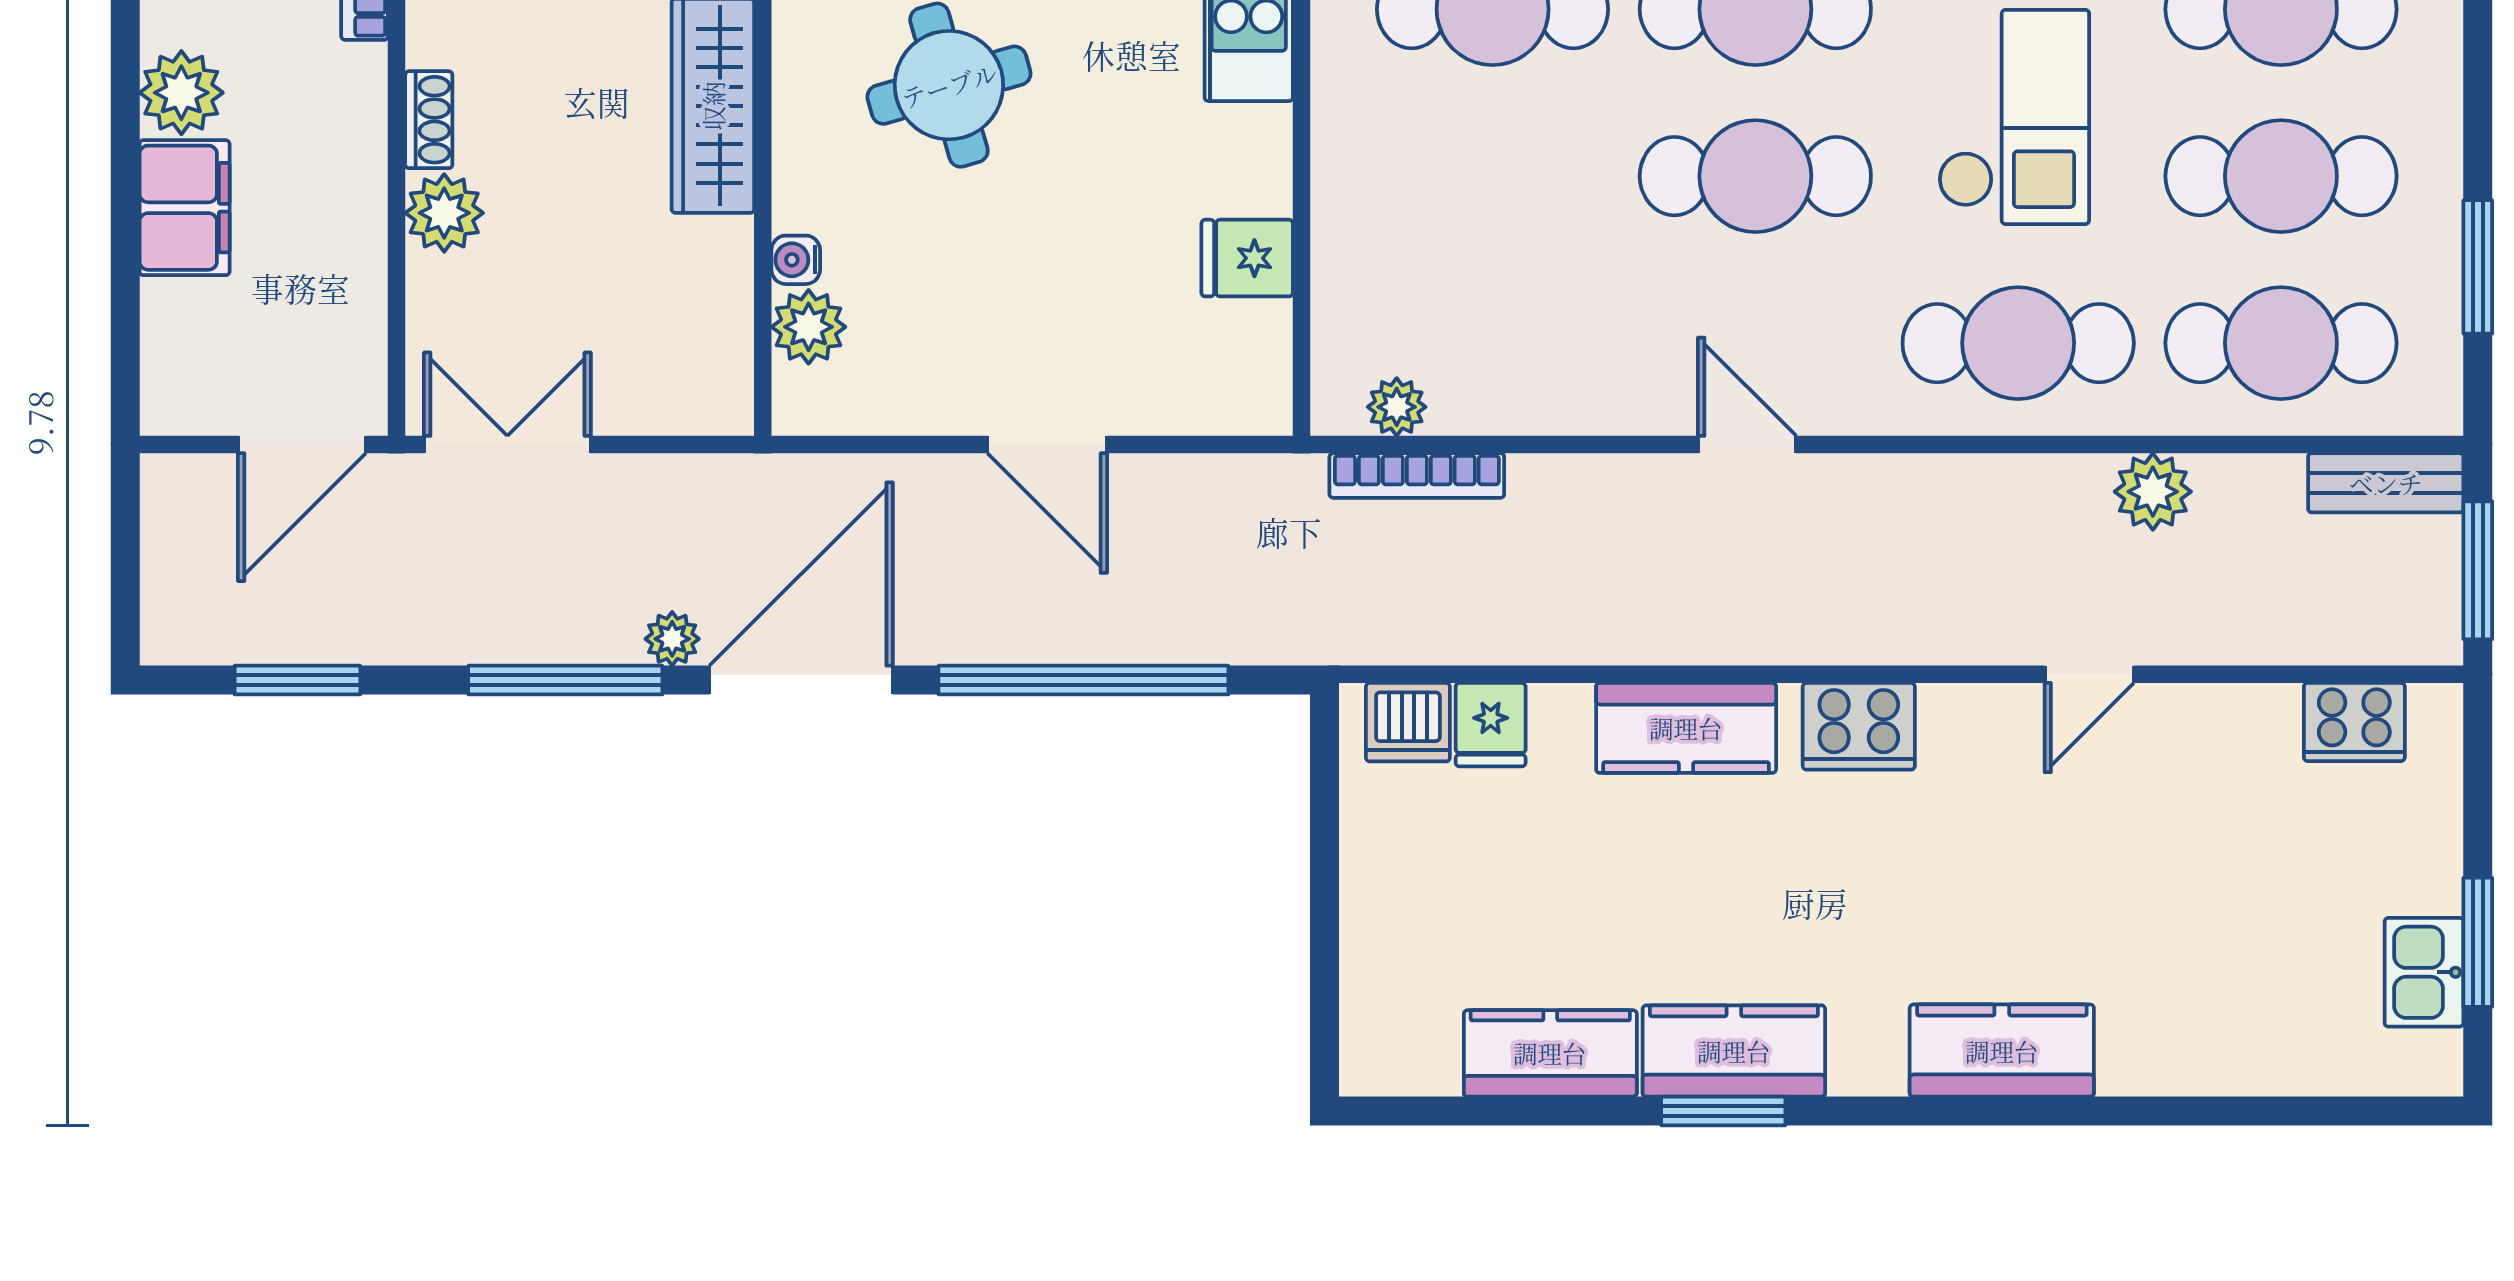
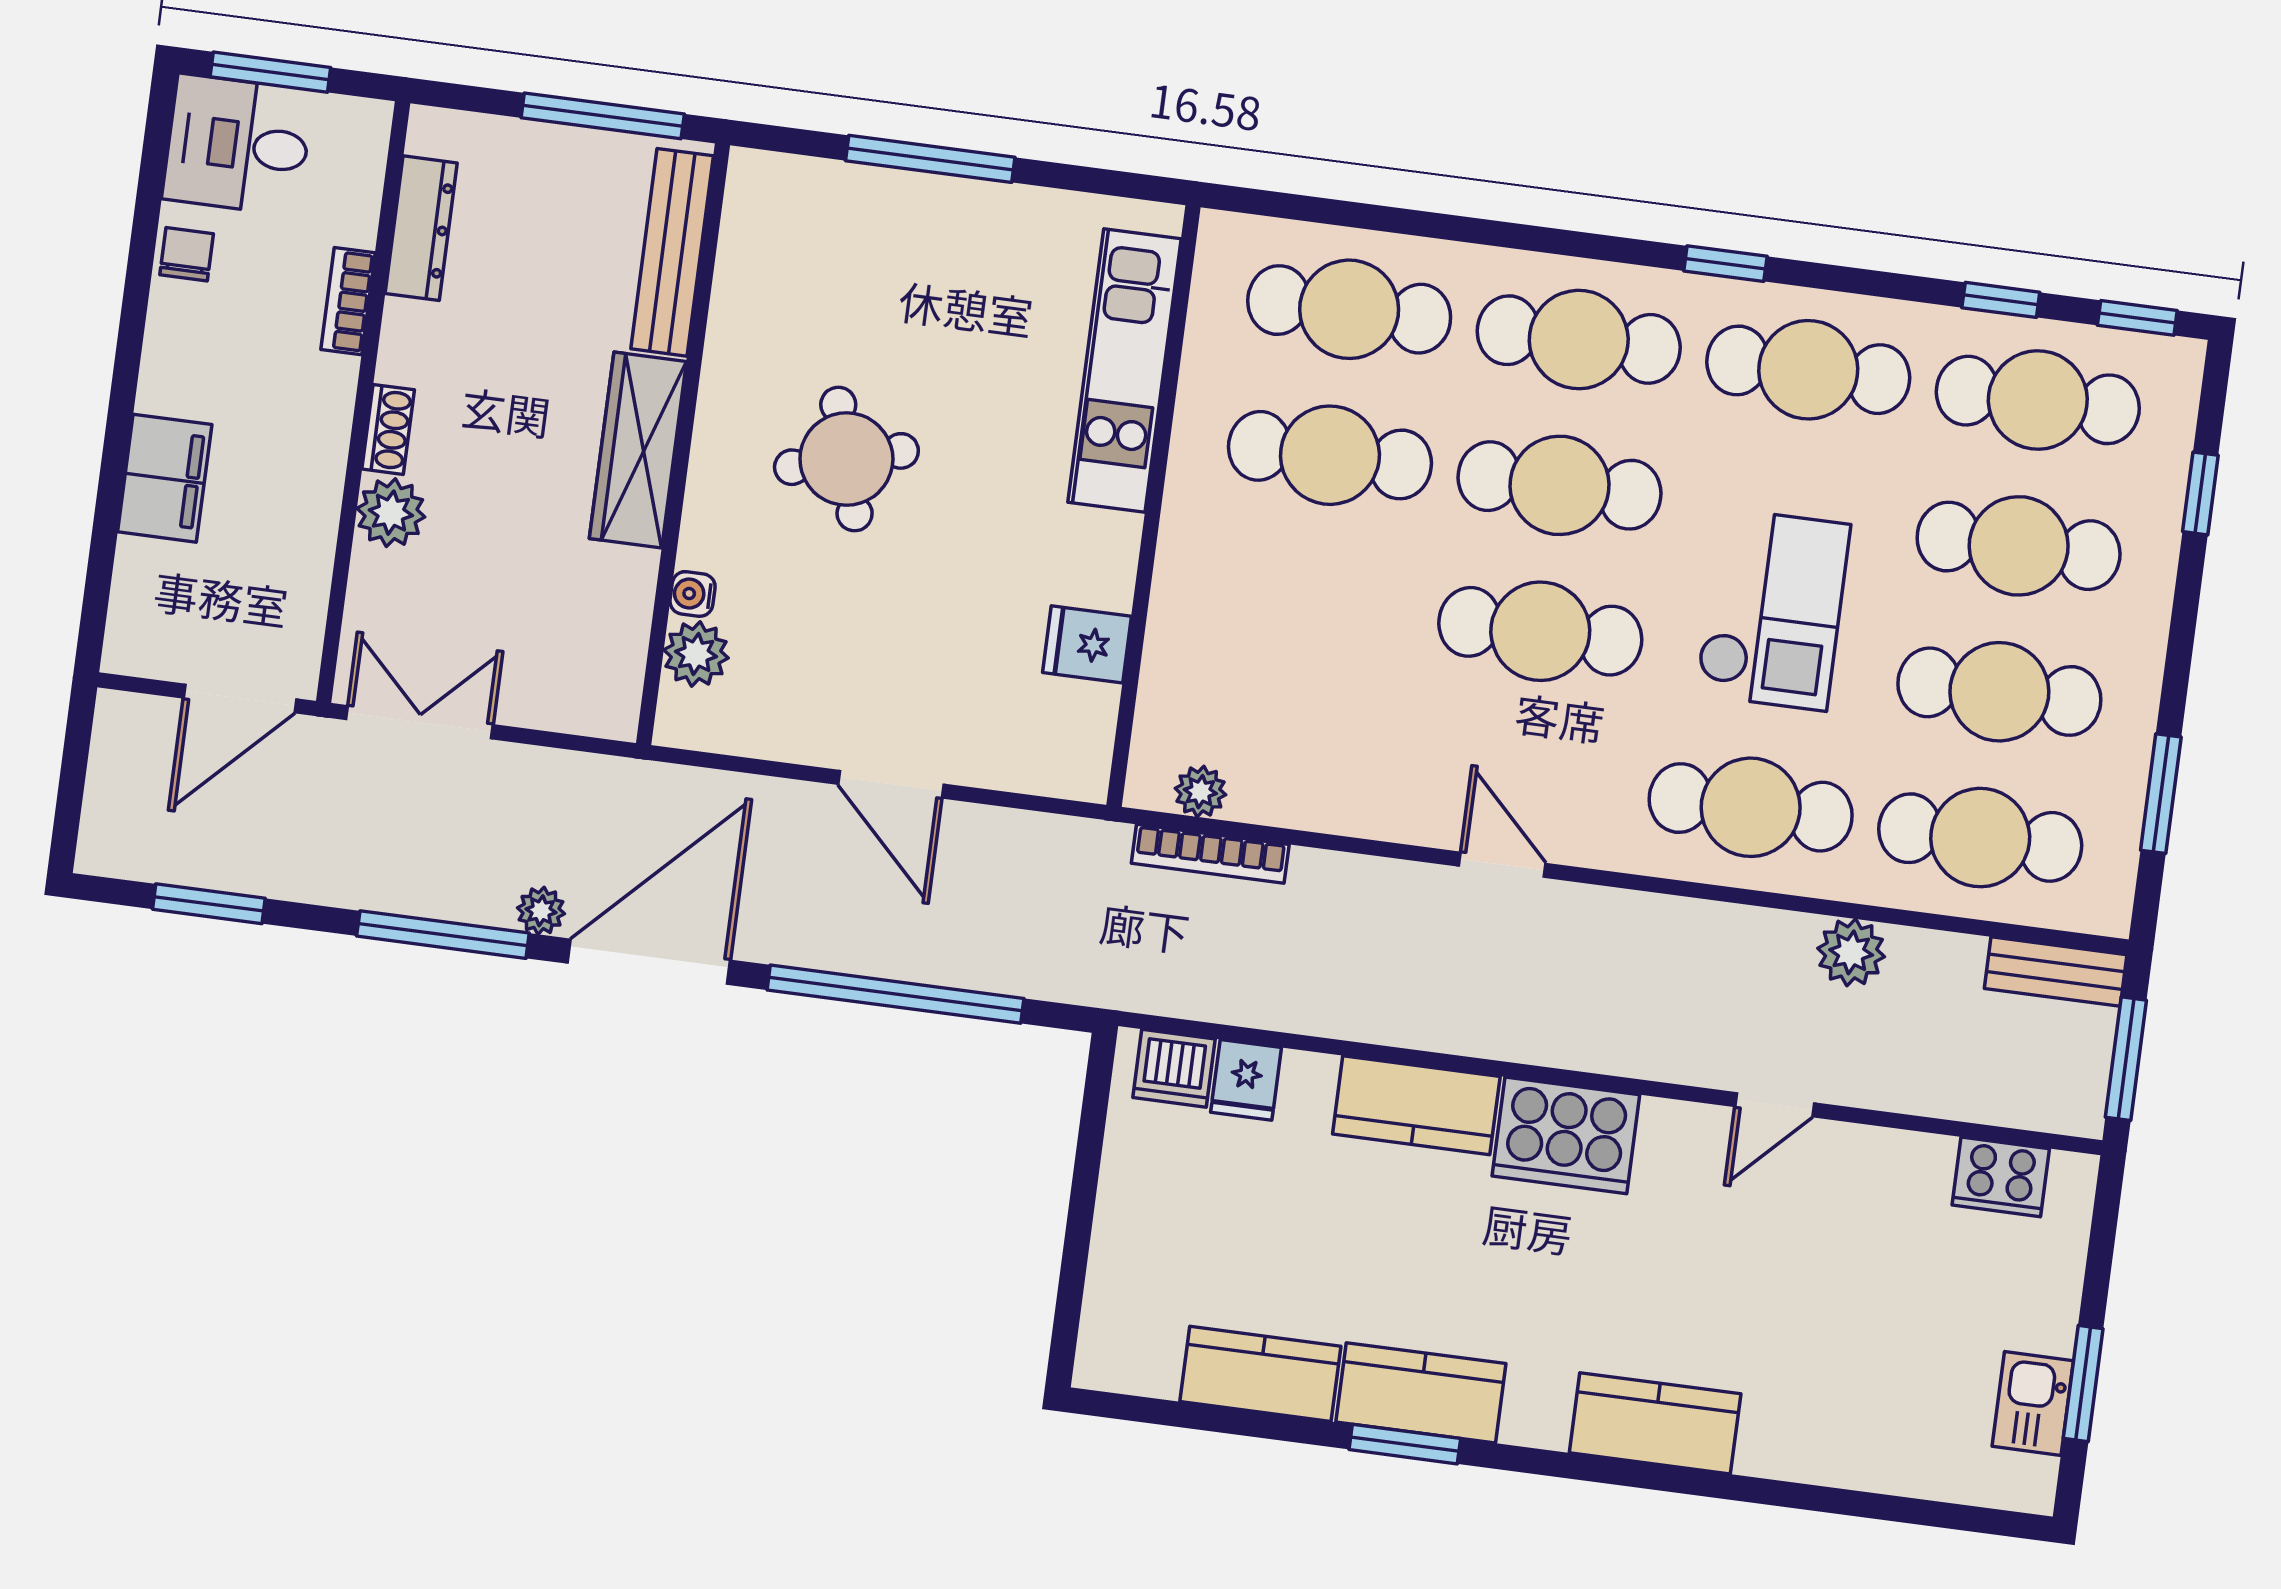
plant: (181, 93) -> (175, 377), removed
cooker: (1859, 726) -> (1566, 1135), width x1.37, depth x1.31

